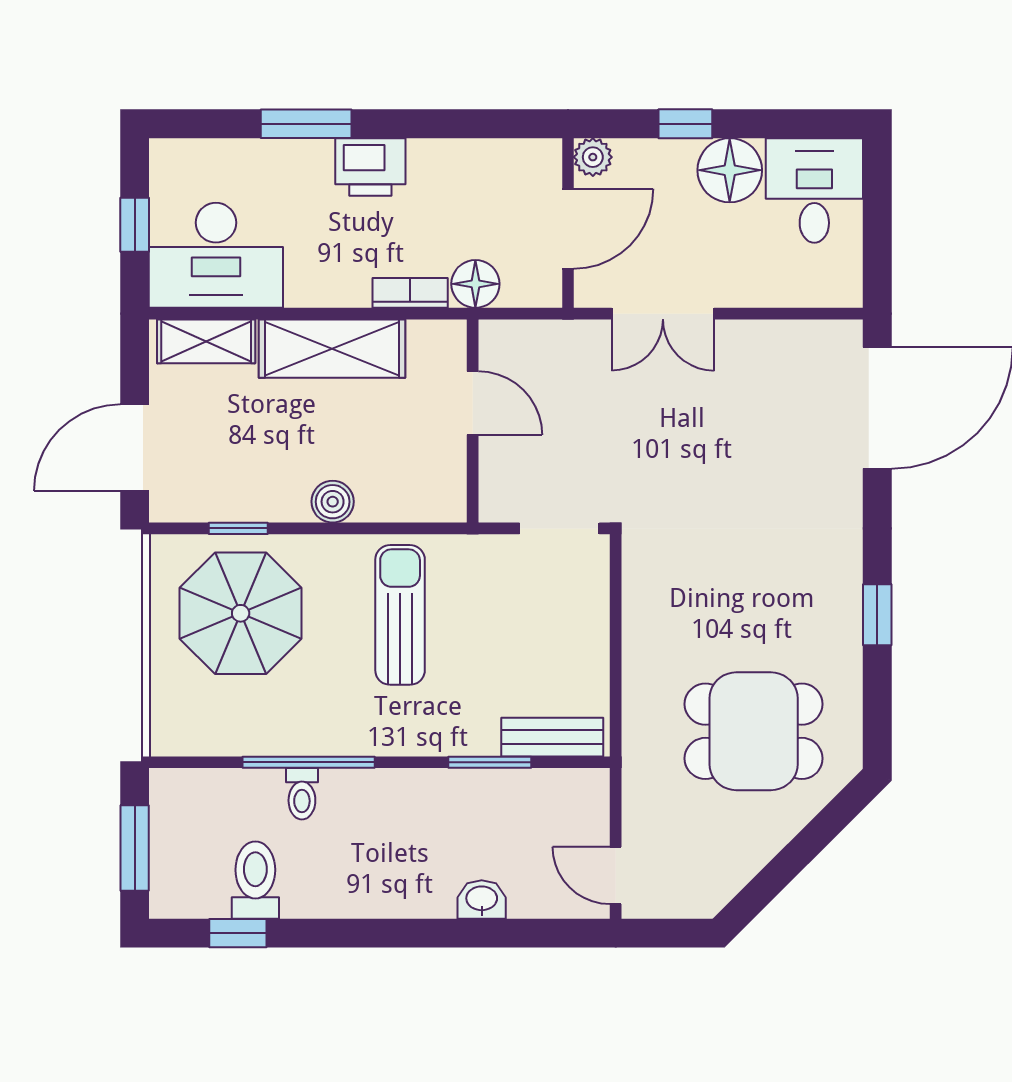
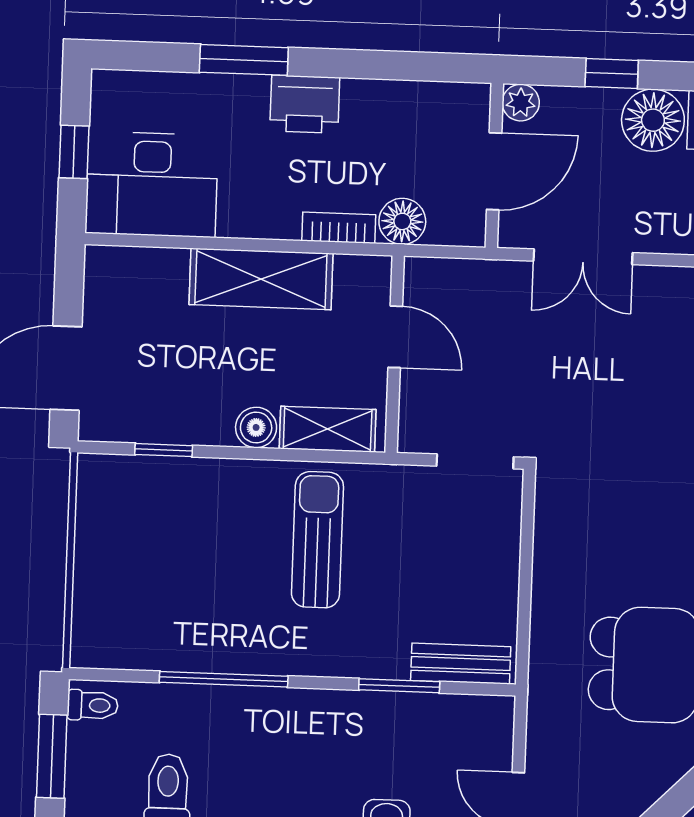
shelving: (206, 341) -> (328, 429), moved
parasol: (241, 613) -> (163, 532), removed
toilet: (302, 794) -> (93, 705), moved, turned -90

